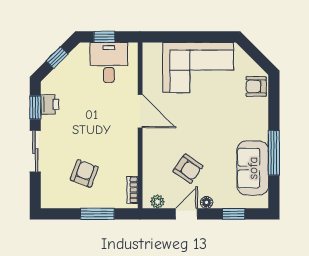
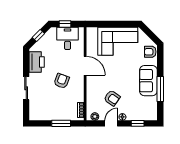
printer: (50, 104) -> (37, 62), width x1.87, depth x1.48
window: (35, 107) -> (26, 64), removed
sofa: (253, 168) -> (148, 81), moved
armchair: (84, 173) -> (62, 81), moved

